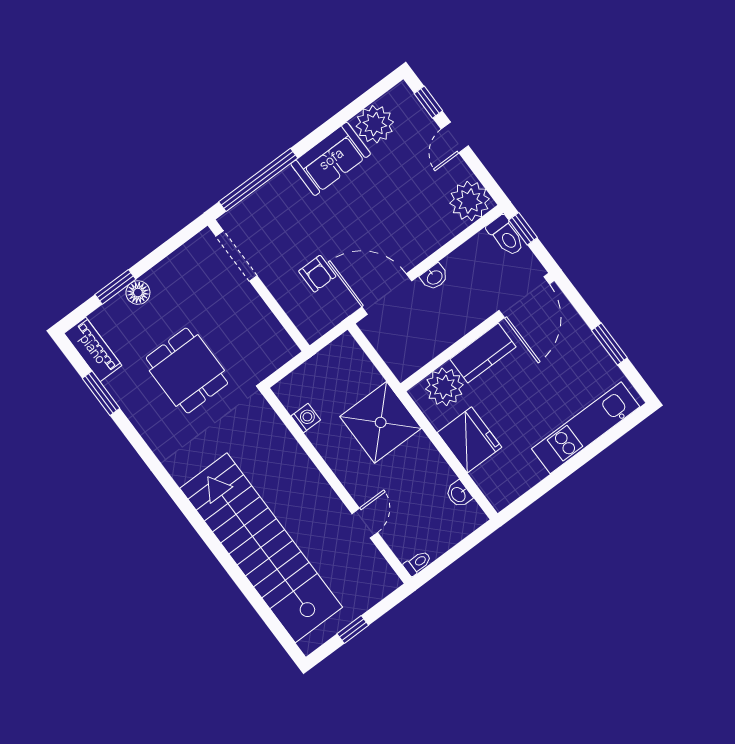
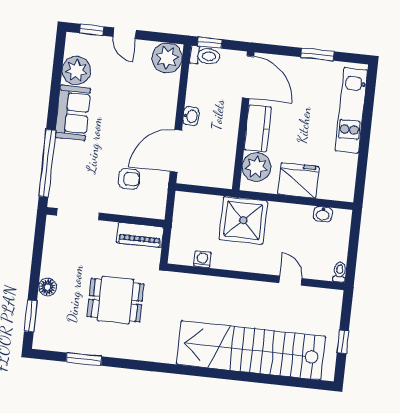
window: (115, 287) -> (31, 316), moved
piano: (93, 349) -> (140, 235), moved, turned 180

